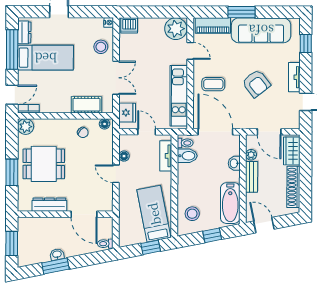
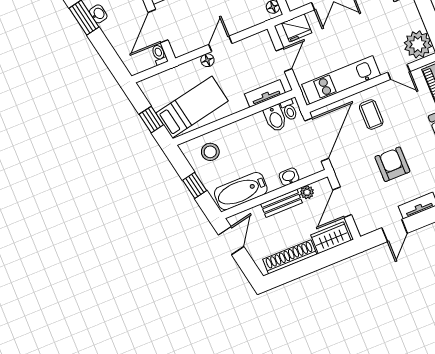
door: (190, 51) -> (399, 72), hinge flipped
armchair: (256, 83) -> (392, 164), turned 128
floor lamp: (124, 156) -> (207, 60), moved
toilet: (105, 244) -> (159, 55), moved

